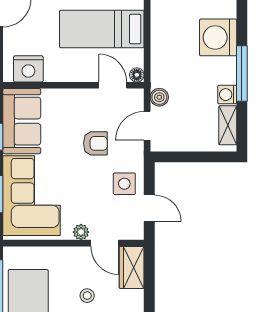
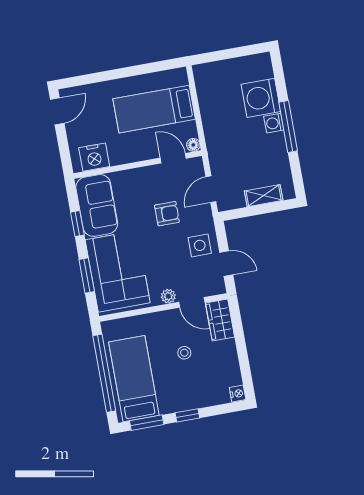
washing machine: (227, 95) -> (274, 123), moved
boiler: (159, 97) -> (217, 161), removed
shelving: (228, 125) -> (264, 196), moved, turned 90

